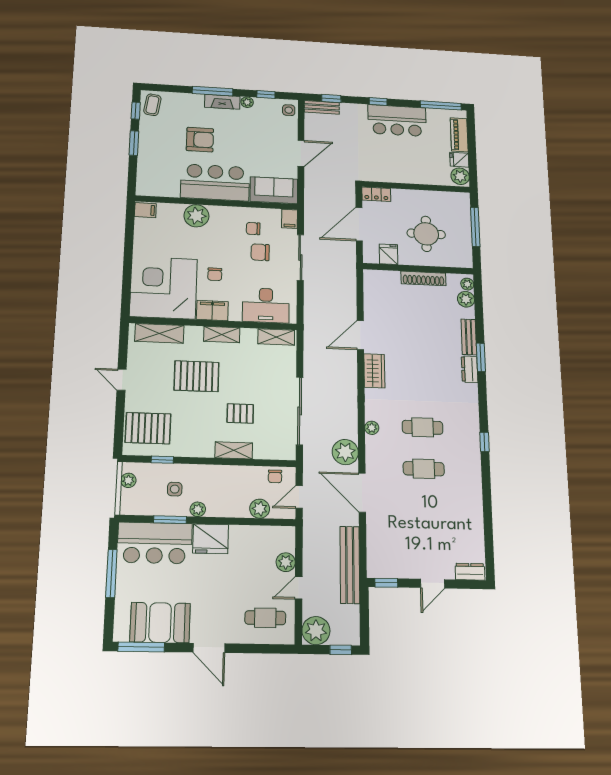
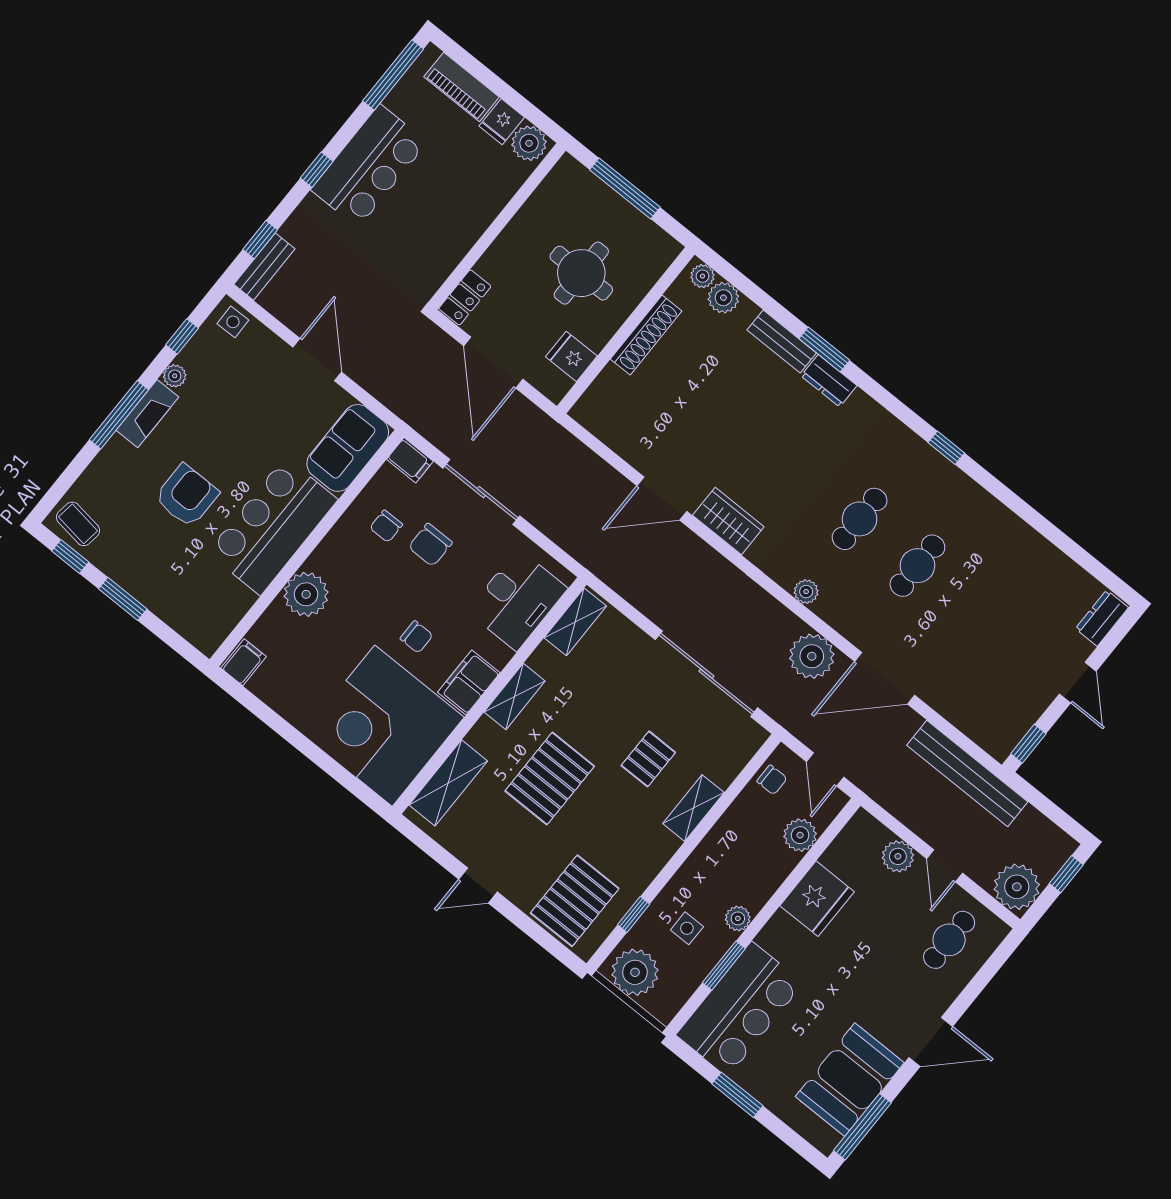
door: (360, 335) -> (662, 499), hinge flipped
plant: (128, 480) -> (635, 972), width x1.88, depth x1.88
fridge: (211, 539) -> (817, 899), moved
window: (111, 573) -> (737, 1095), width x0.69

